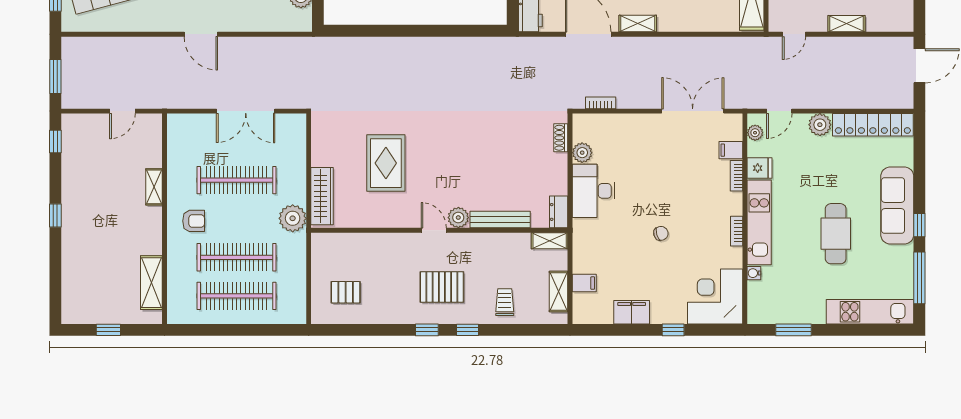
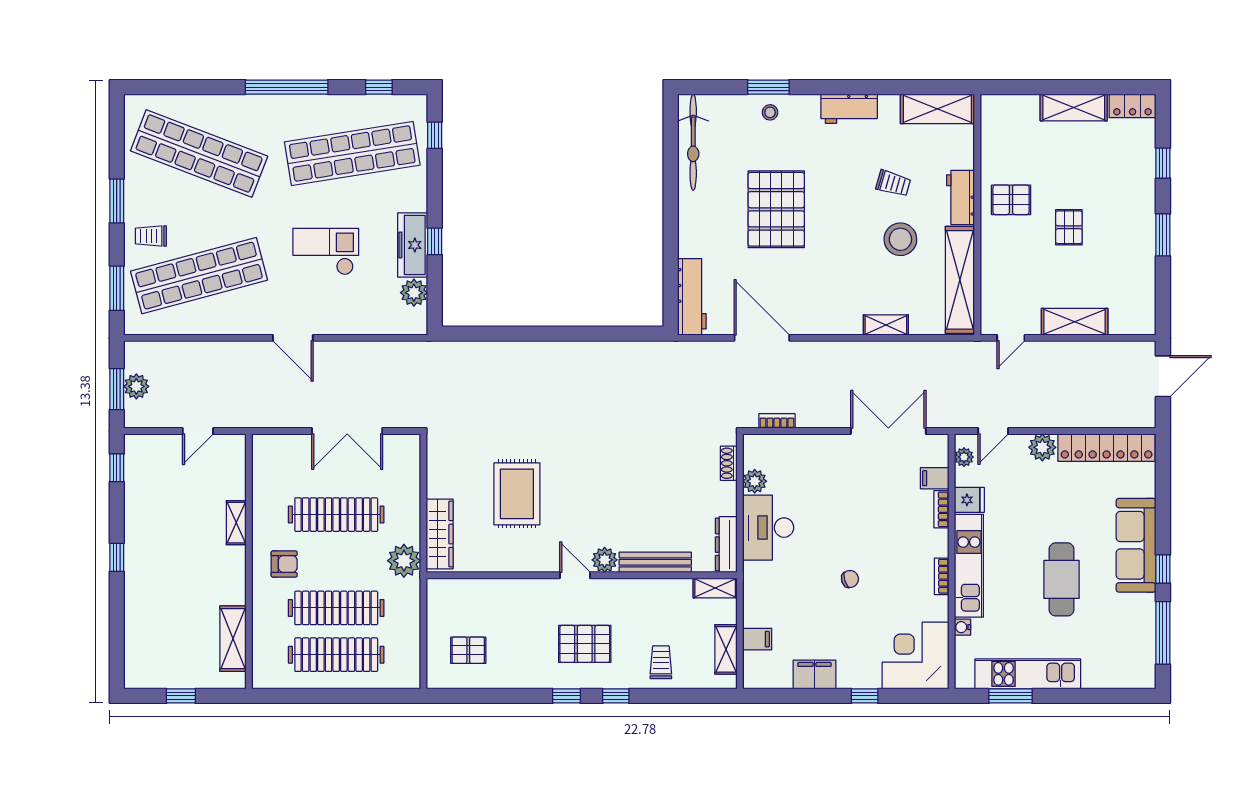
shelving: (638, 24) -> (886, 325), moved
shelving: (846, 24) -> (1075, 322), width x1.50, depth x1.33
plant: (72, 74) -> (136, 386), added
dresser: (559, 212) -> (726, 545), width x1.44
kitchen unit: (870, 312) -> (1028, 674), moved

